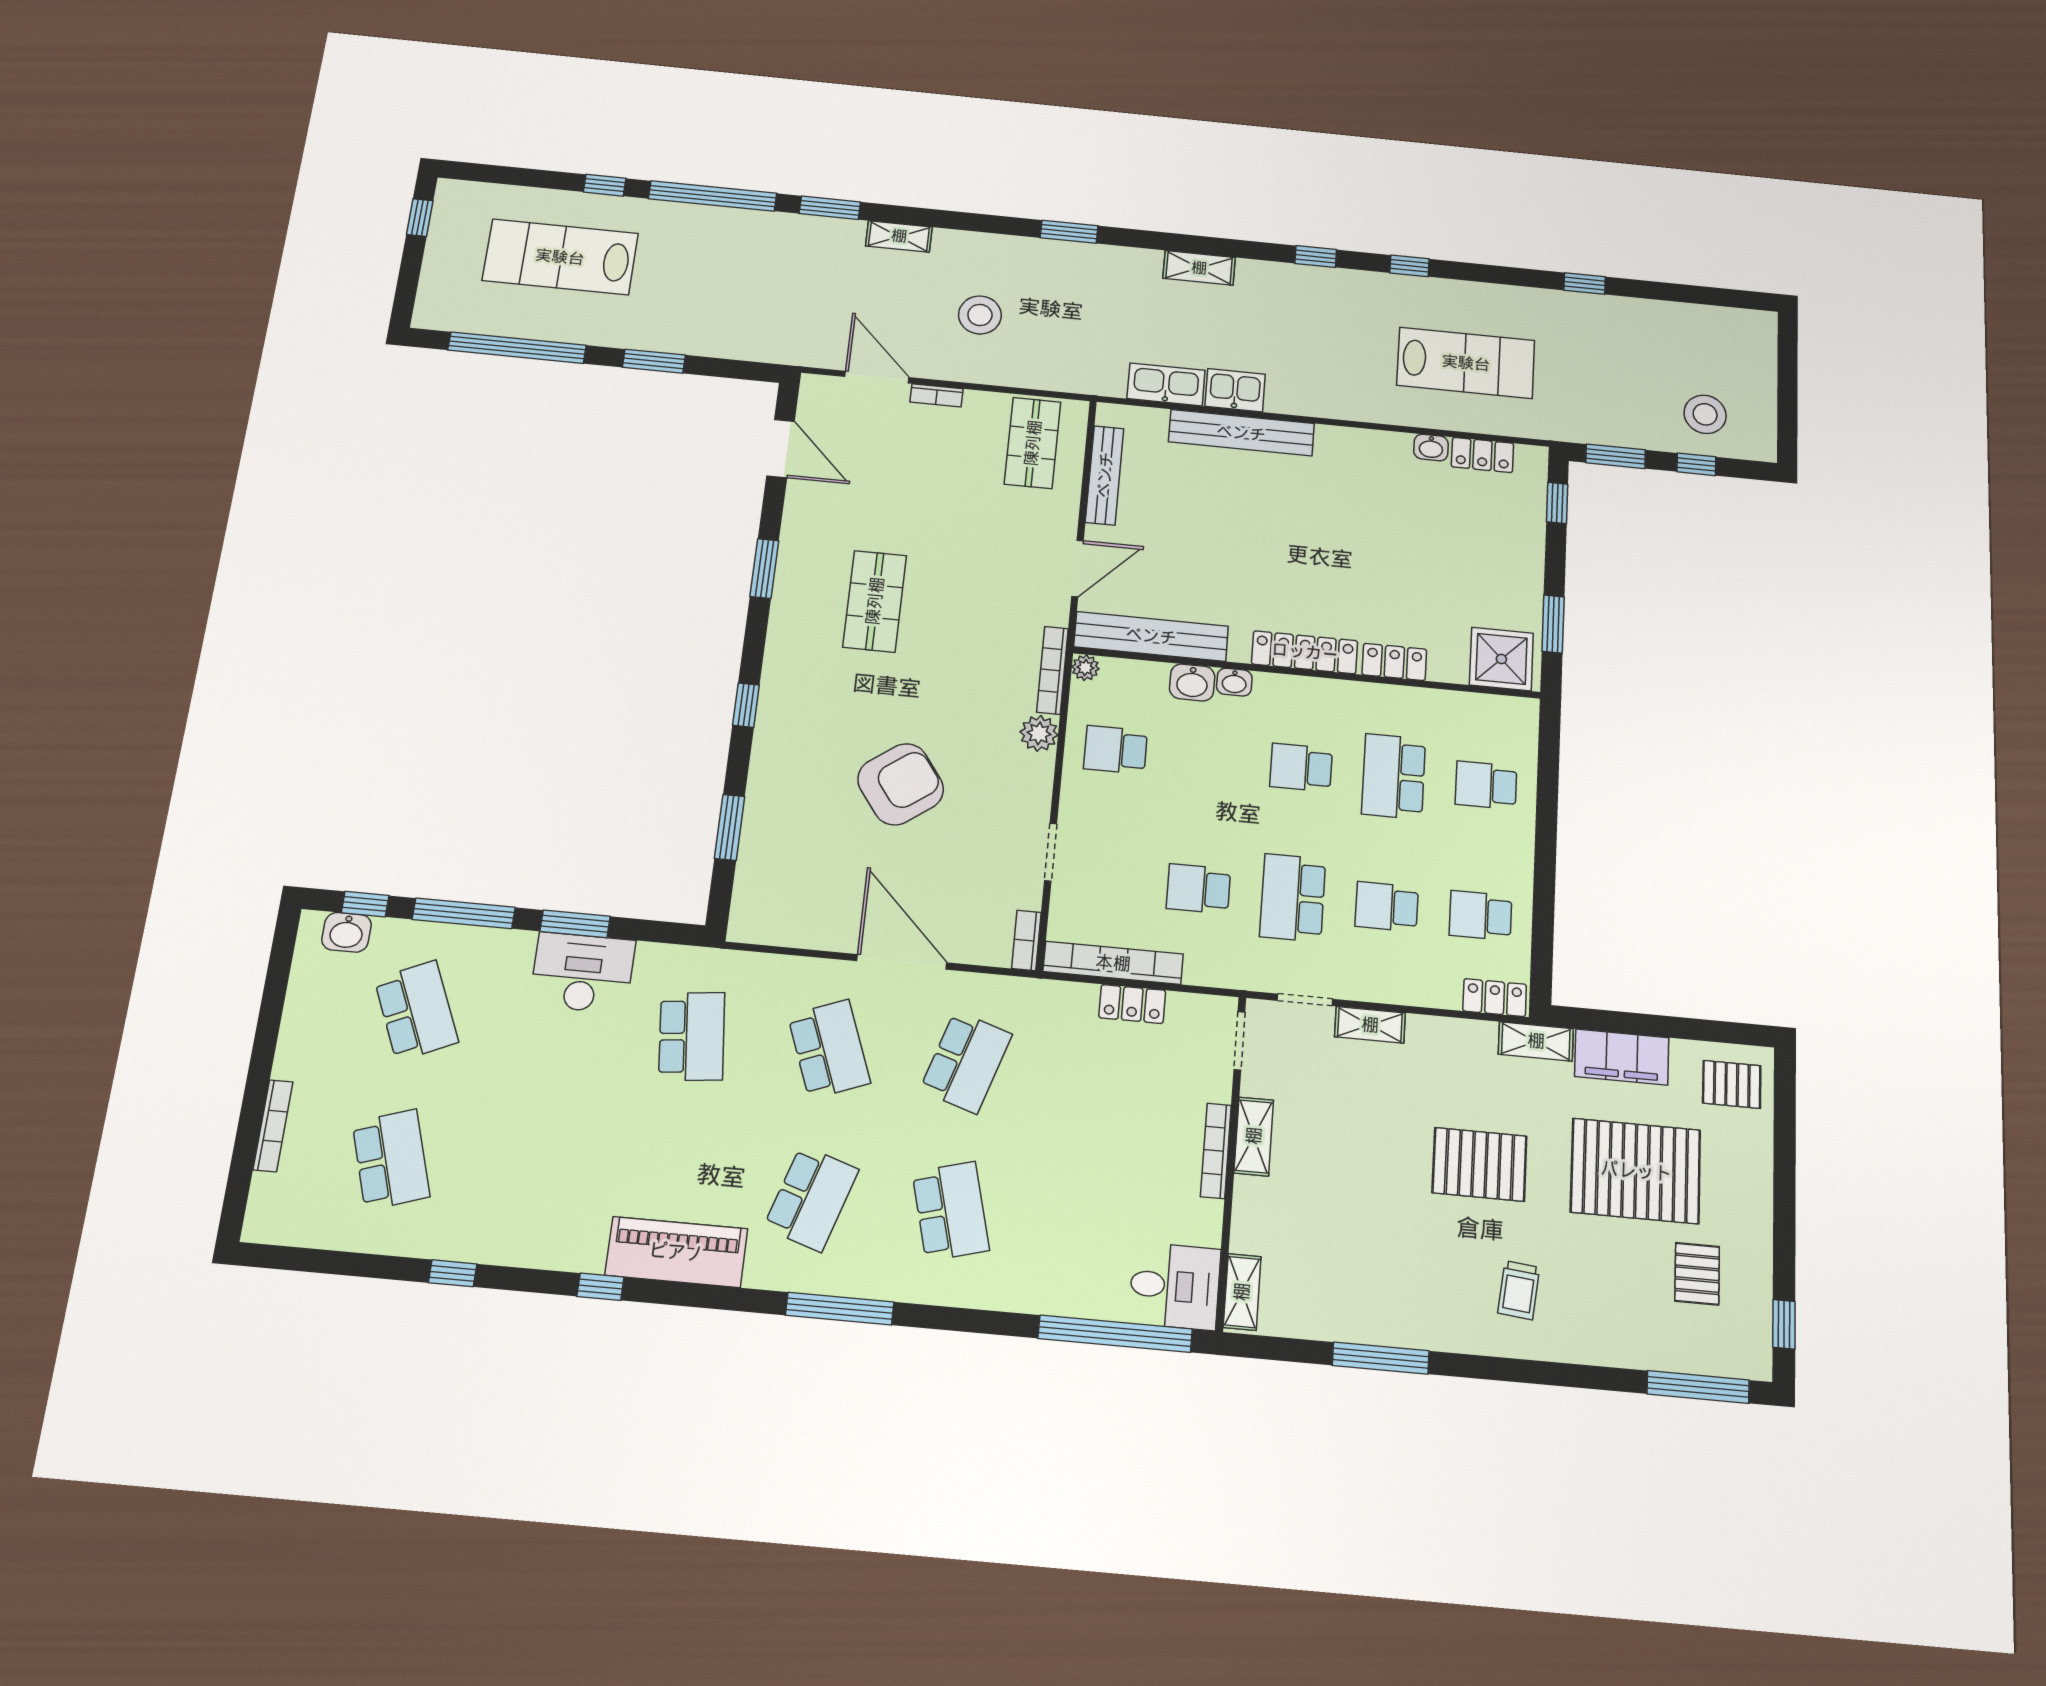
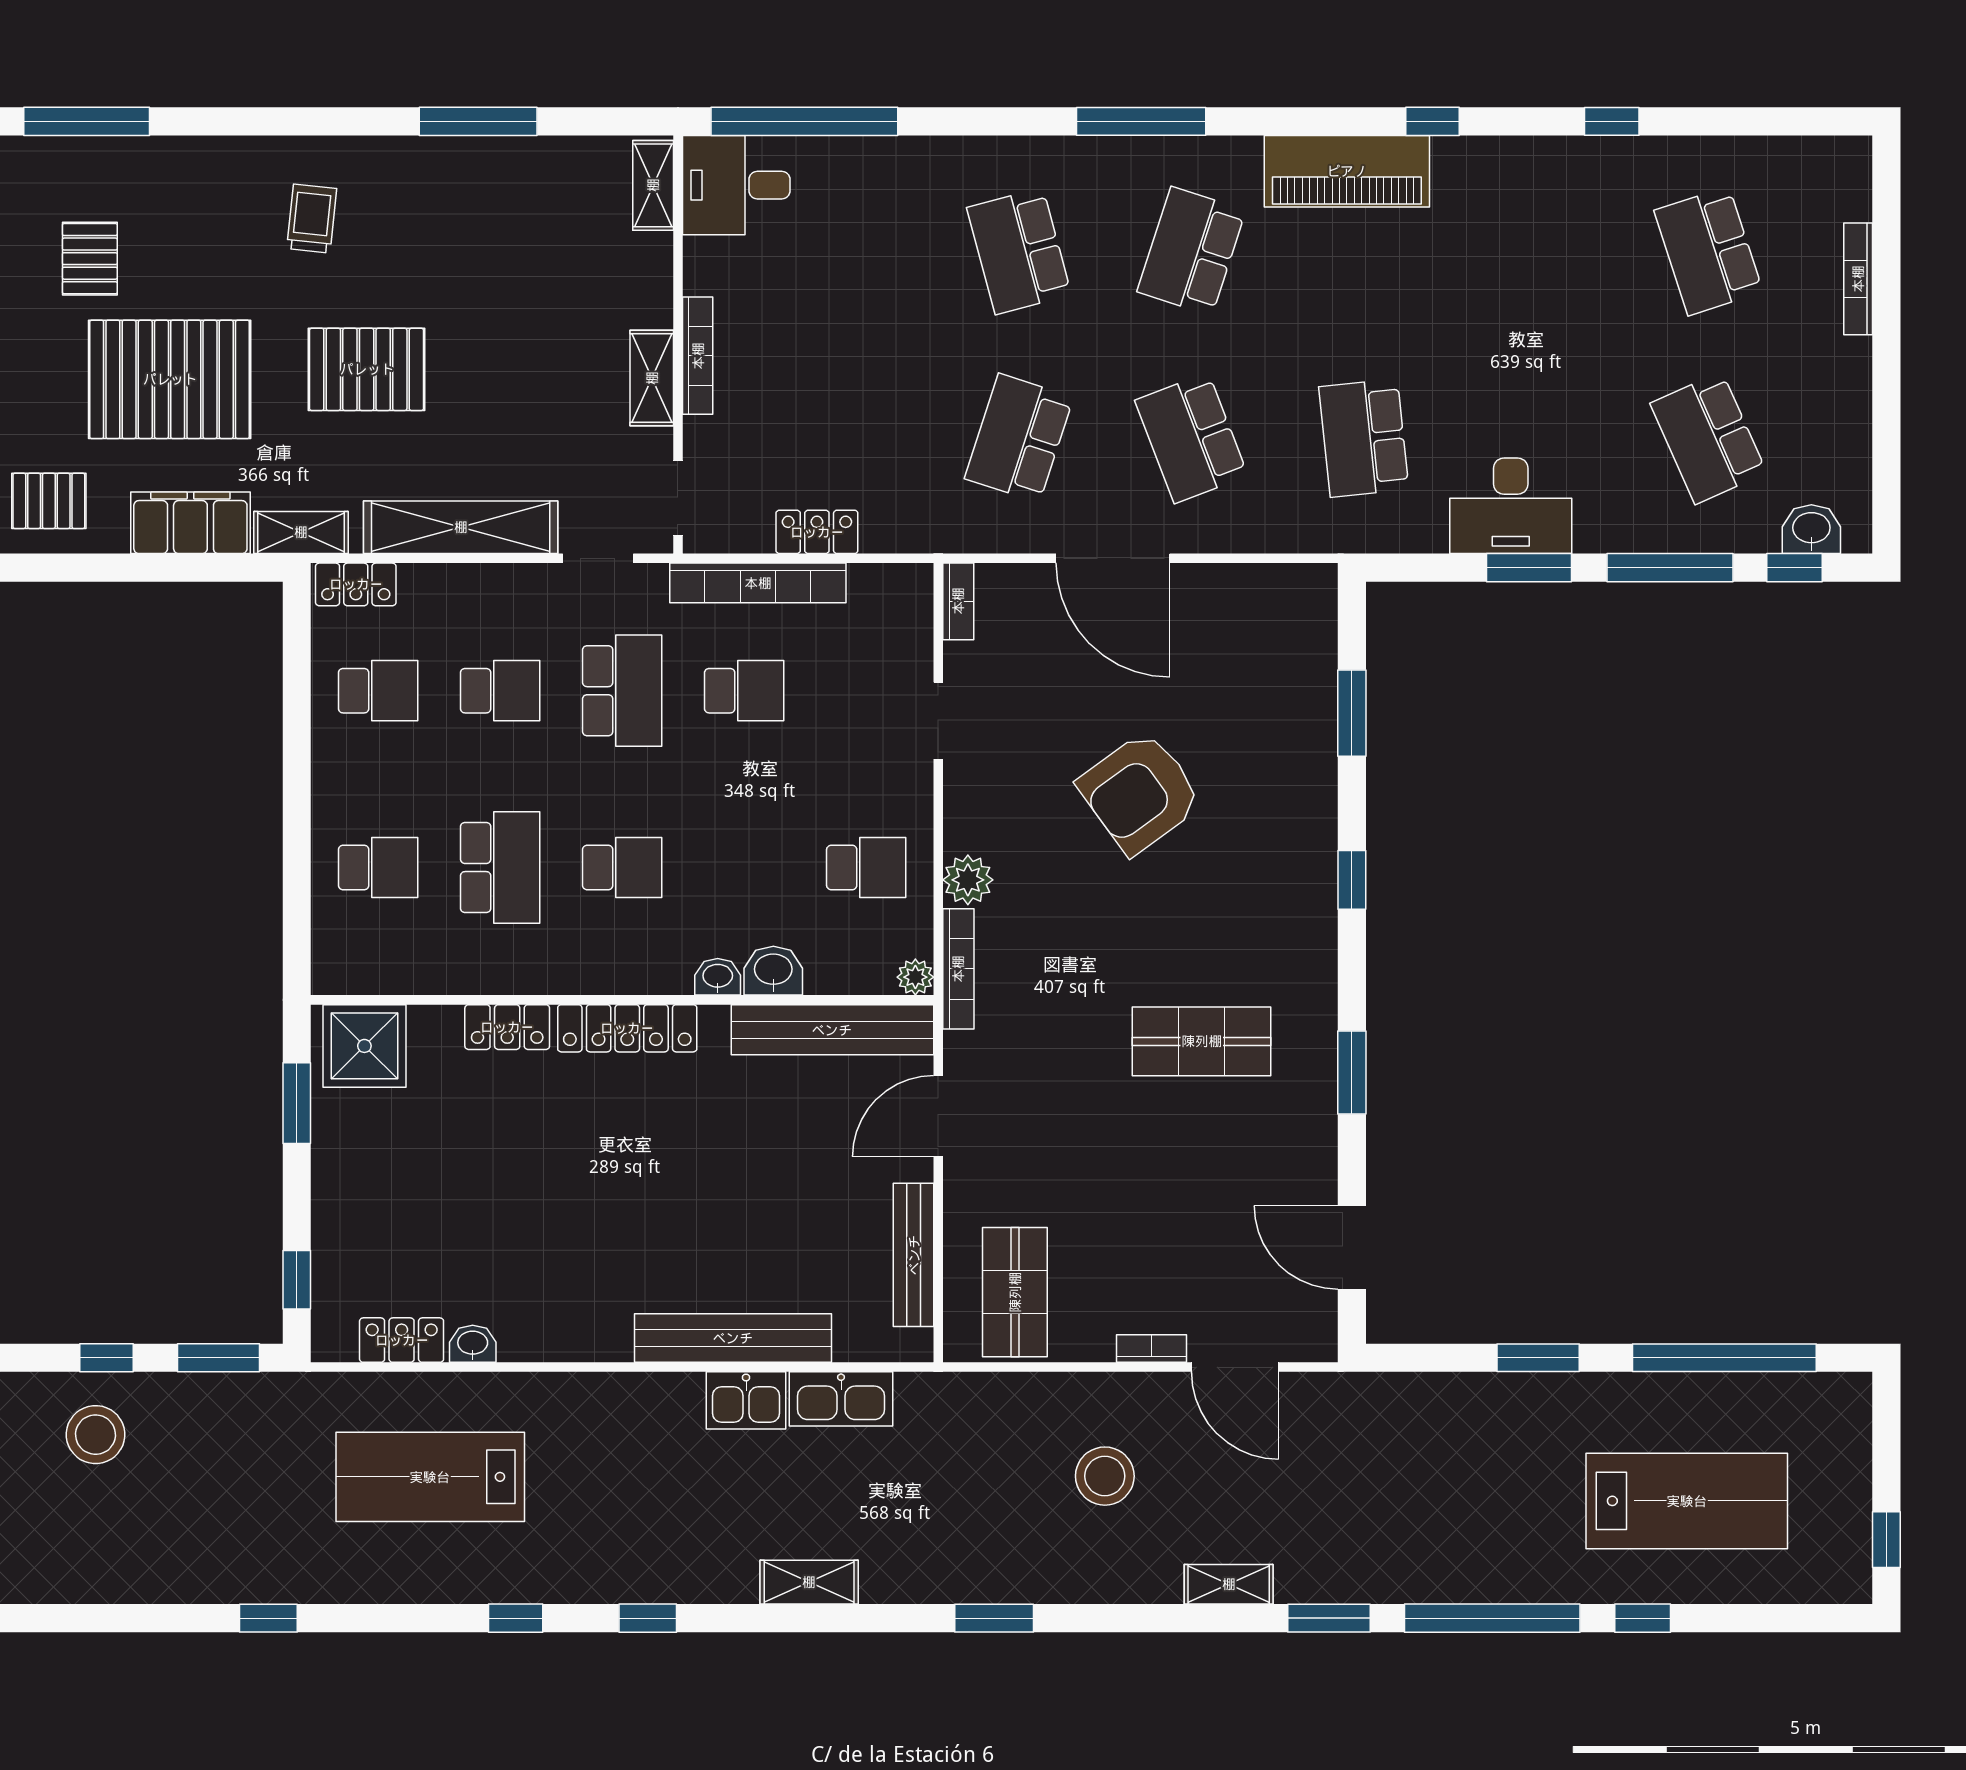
shop shelf: (875, 601) -> (1202, 1041), turned 90
bookcase: (1113, 963) -> (758, 583), moved
shelving: (1370, 1025) -> (461, 527), width x2.20, depth x1.33

